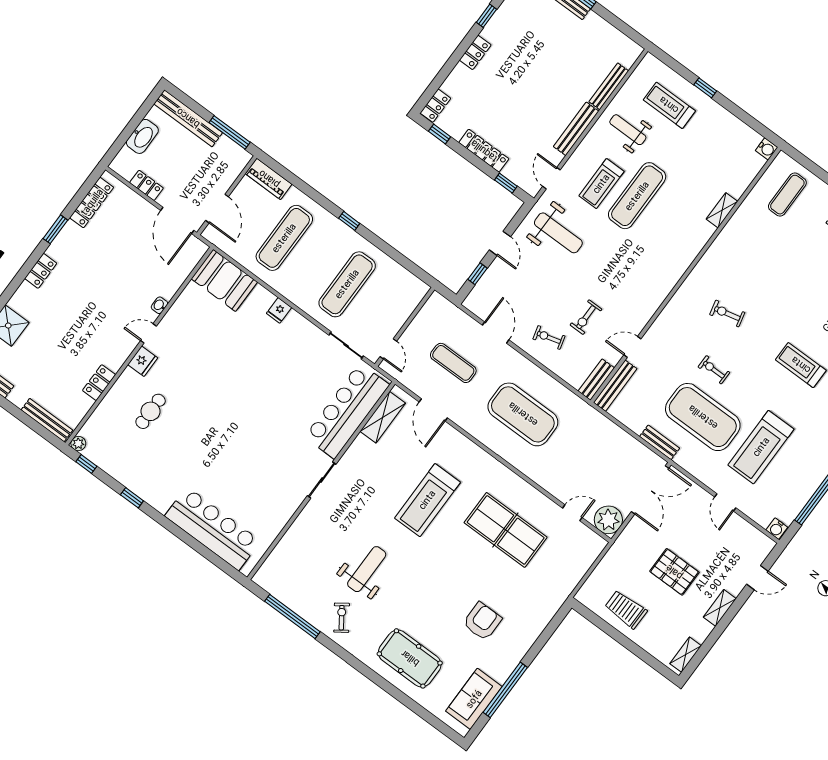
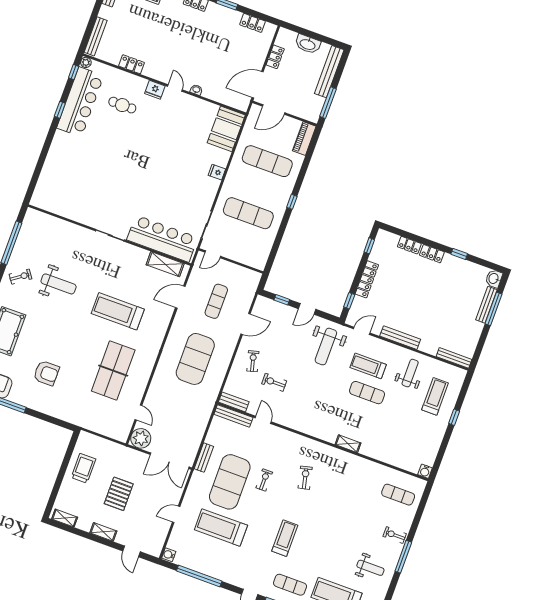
bench: (609, 86) -> (454, 358), moved
locker: (435, 106) -> (409, 245), moved
exercise mat: (637, 196) -> (367, 393), width x0.73, depth x0.69
locker: (92, 202) -> (253, 23), width x0.66
shelving: (722, 210) -> (348, 444), moved
bar counter: (213, 529) -> (80, 102), moved

